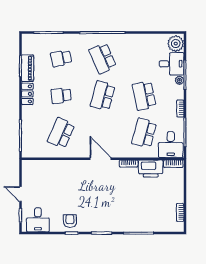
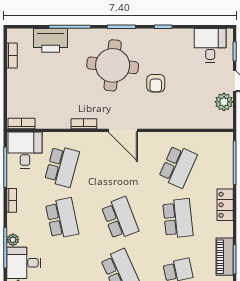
locker: (27, 94) -> (225, 205), moved
school desk: (61, 96) -> (178, 218), width x1.85
school desk: (103, 96) -> (120, 218), turned -36
printer: (151, 169) -> (51, 40), moved, turned 180
plant: (28, 179) -> (224, 102), added
round table: (108, 205) -> (113, 65), added
armchair: (70, 221) -> (156, 83), moved

